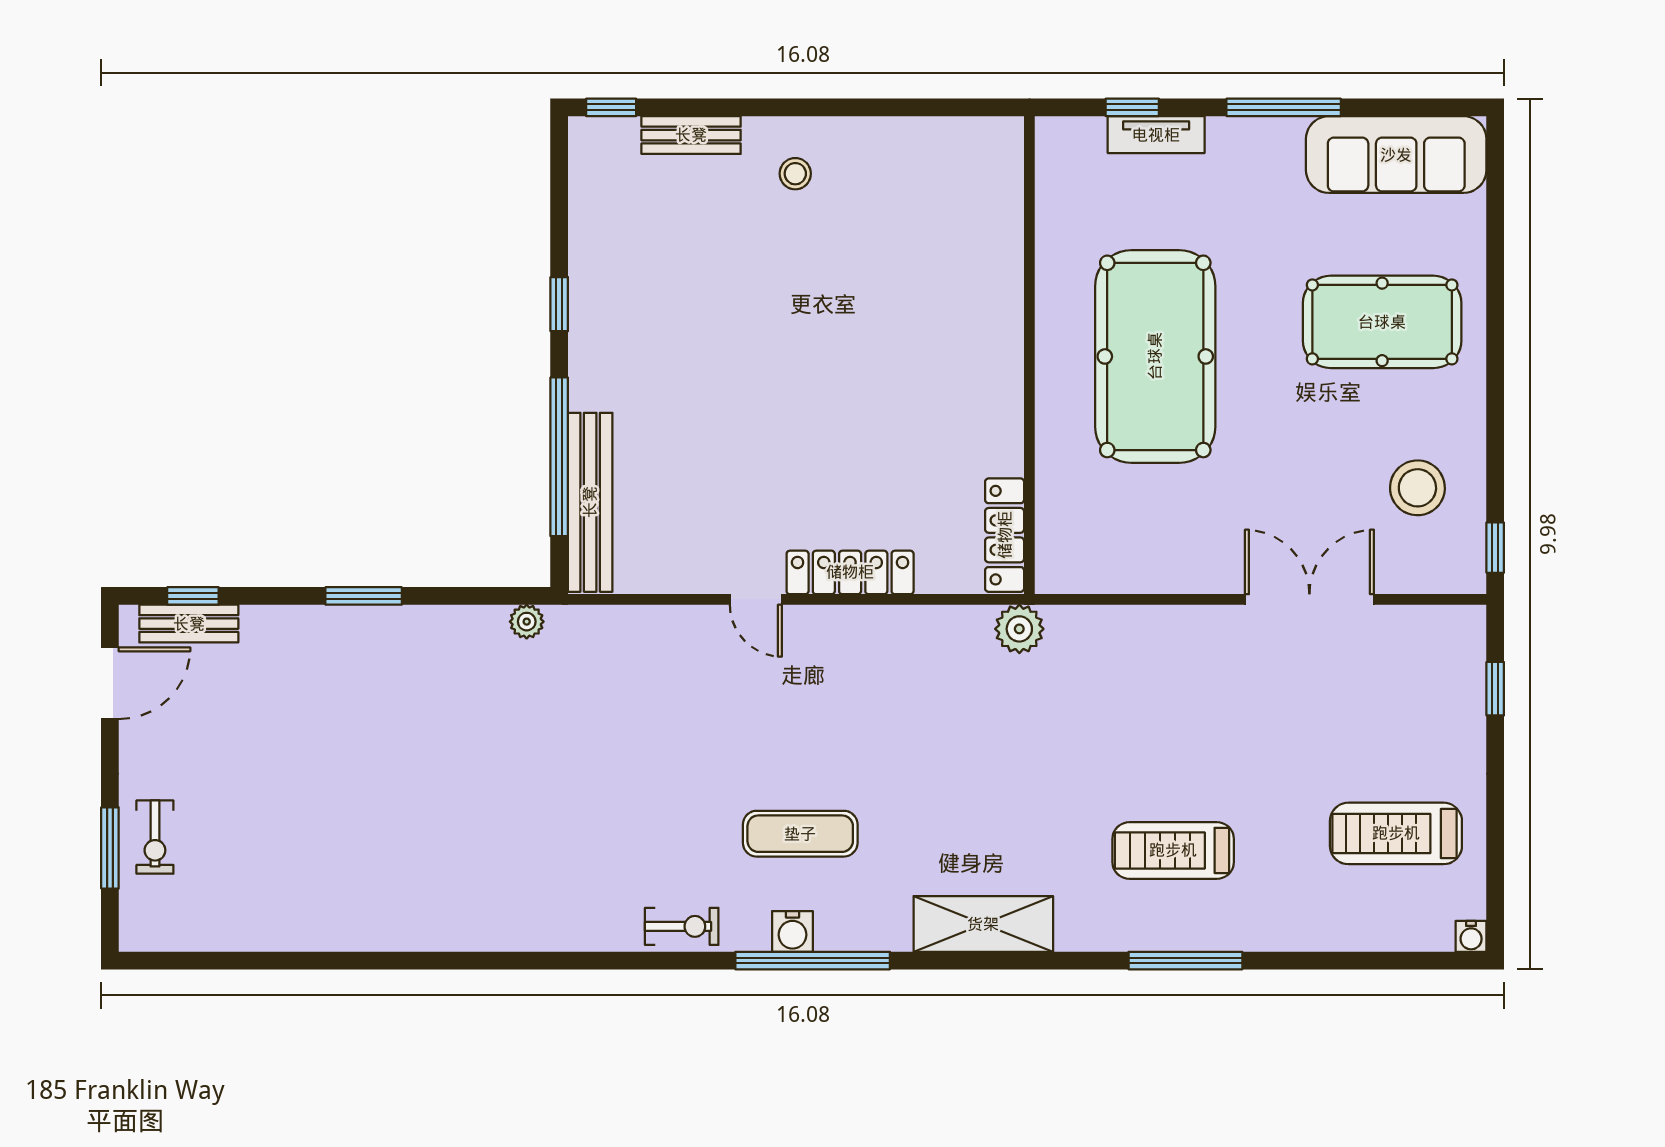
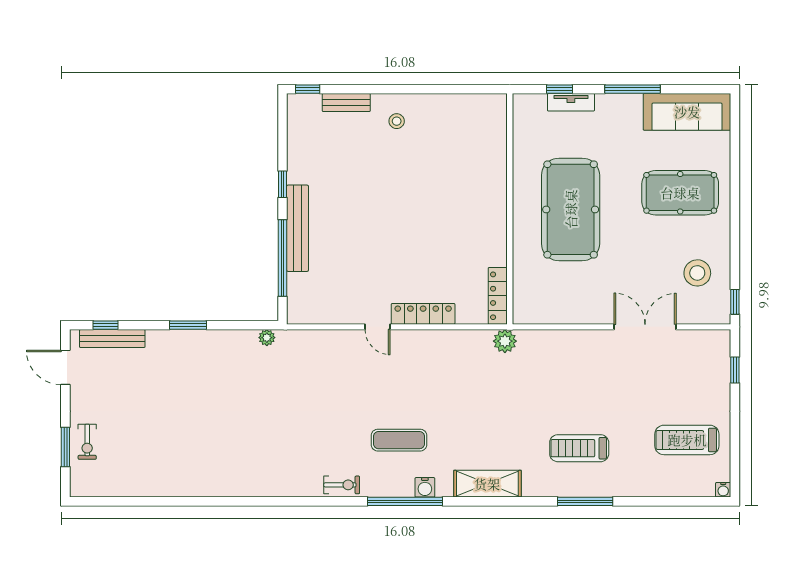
bench: (590, 502) -> (297, 228), moved
bench: (189, 624) -> (112, 339), width x1.36
door: (110, 683) -> (65, 367), swing flipped
water cooler: (792, 931) -> (425, 487), moved

